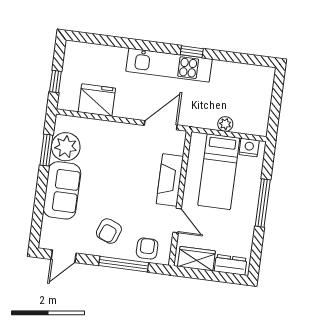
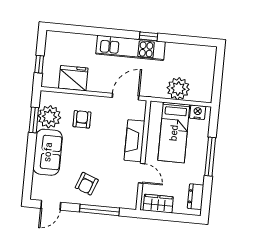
plant: (225, 124) -> (178, 89), width x1.88, depth x1.88
armchair: (147, 249) -> (82, 119), moved
dresser: (231, 265) -> (196, 197), moved, turned -90

